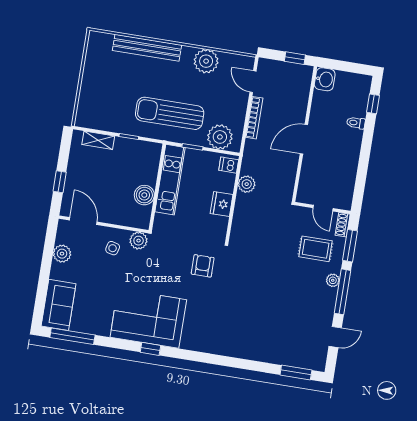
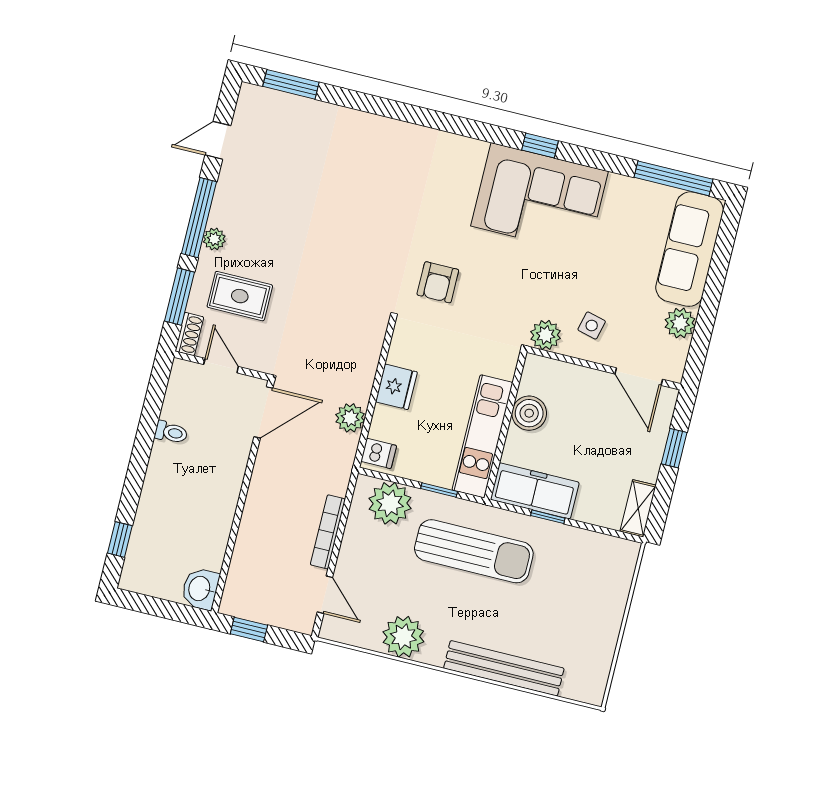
toilet: (356, 123) -> (171, 432), moved
door: (304, 139) -> (263, 412), moved
shelving: (98, 140) -> (638, 508), moved, turned 90
freezer: (138, 151) -> (535, 491), added
sofa: (59, 305) -> (690, 249), width x1.36

